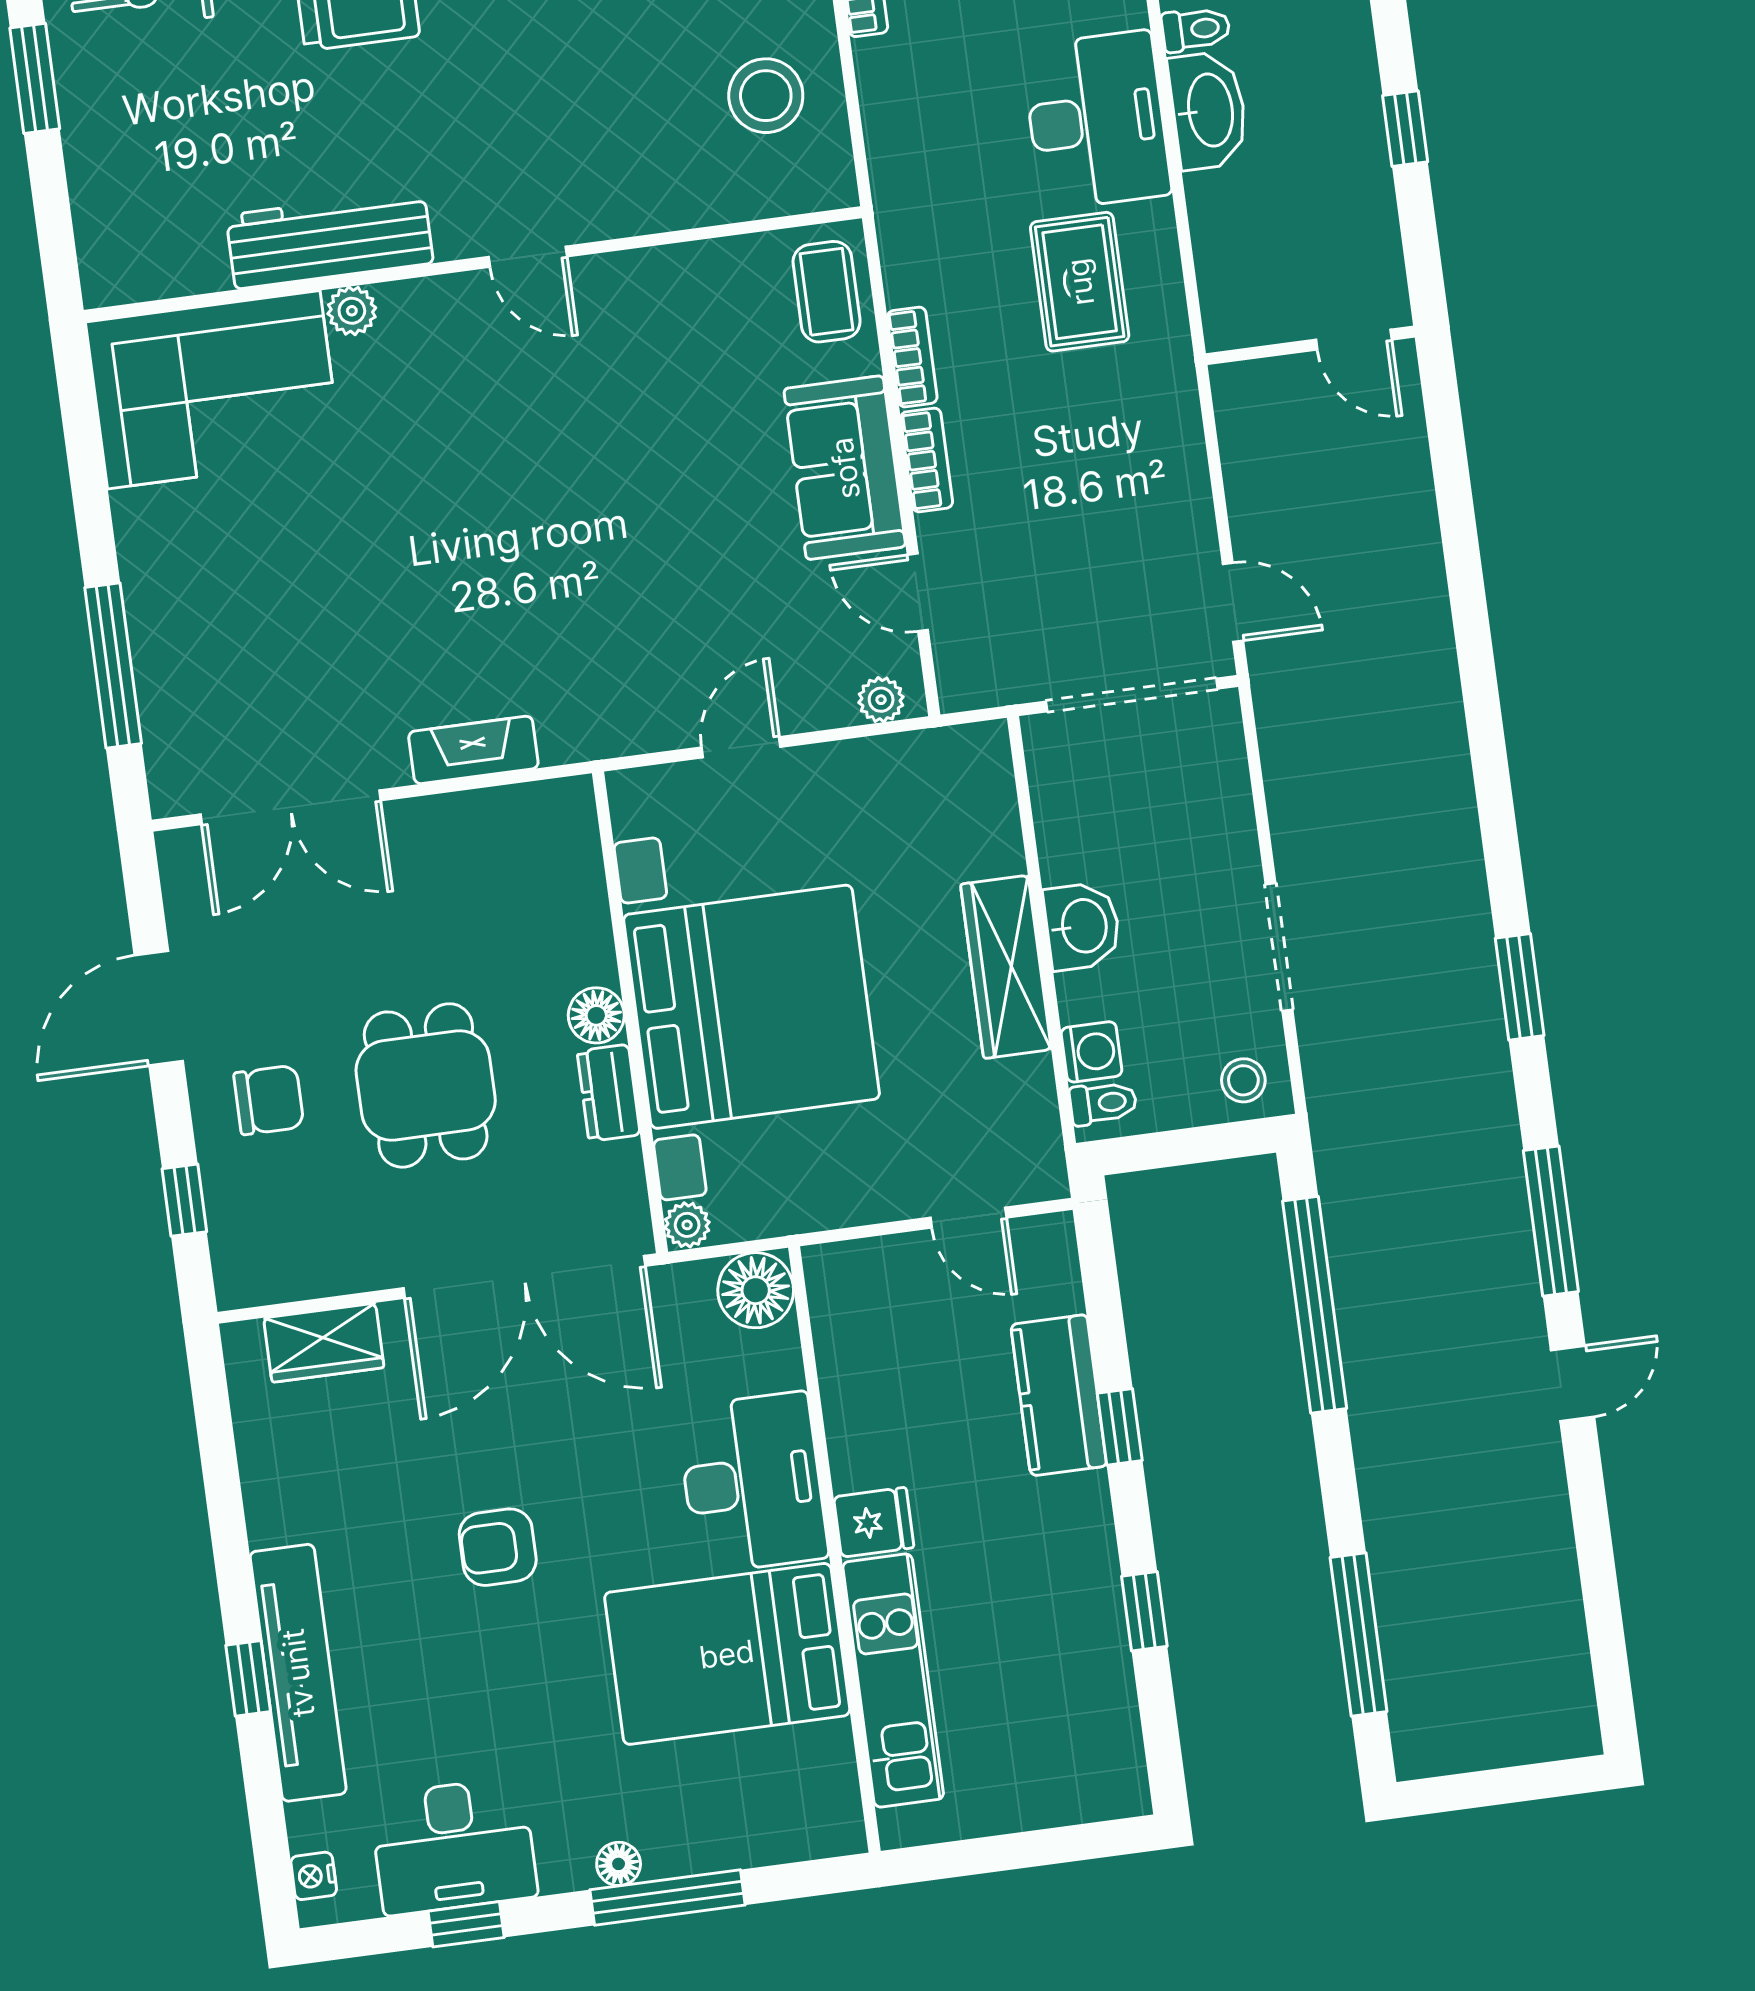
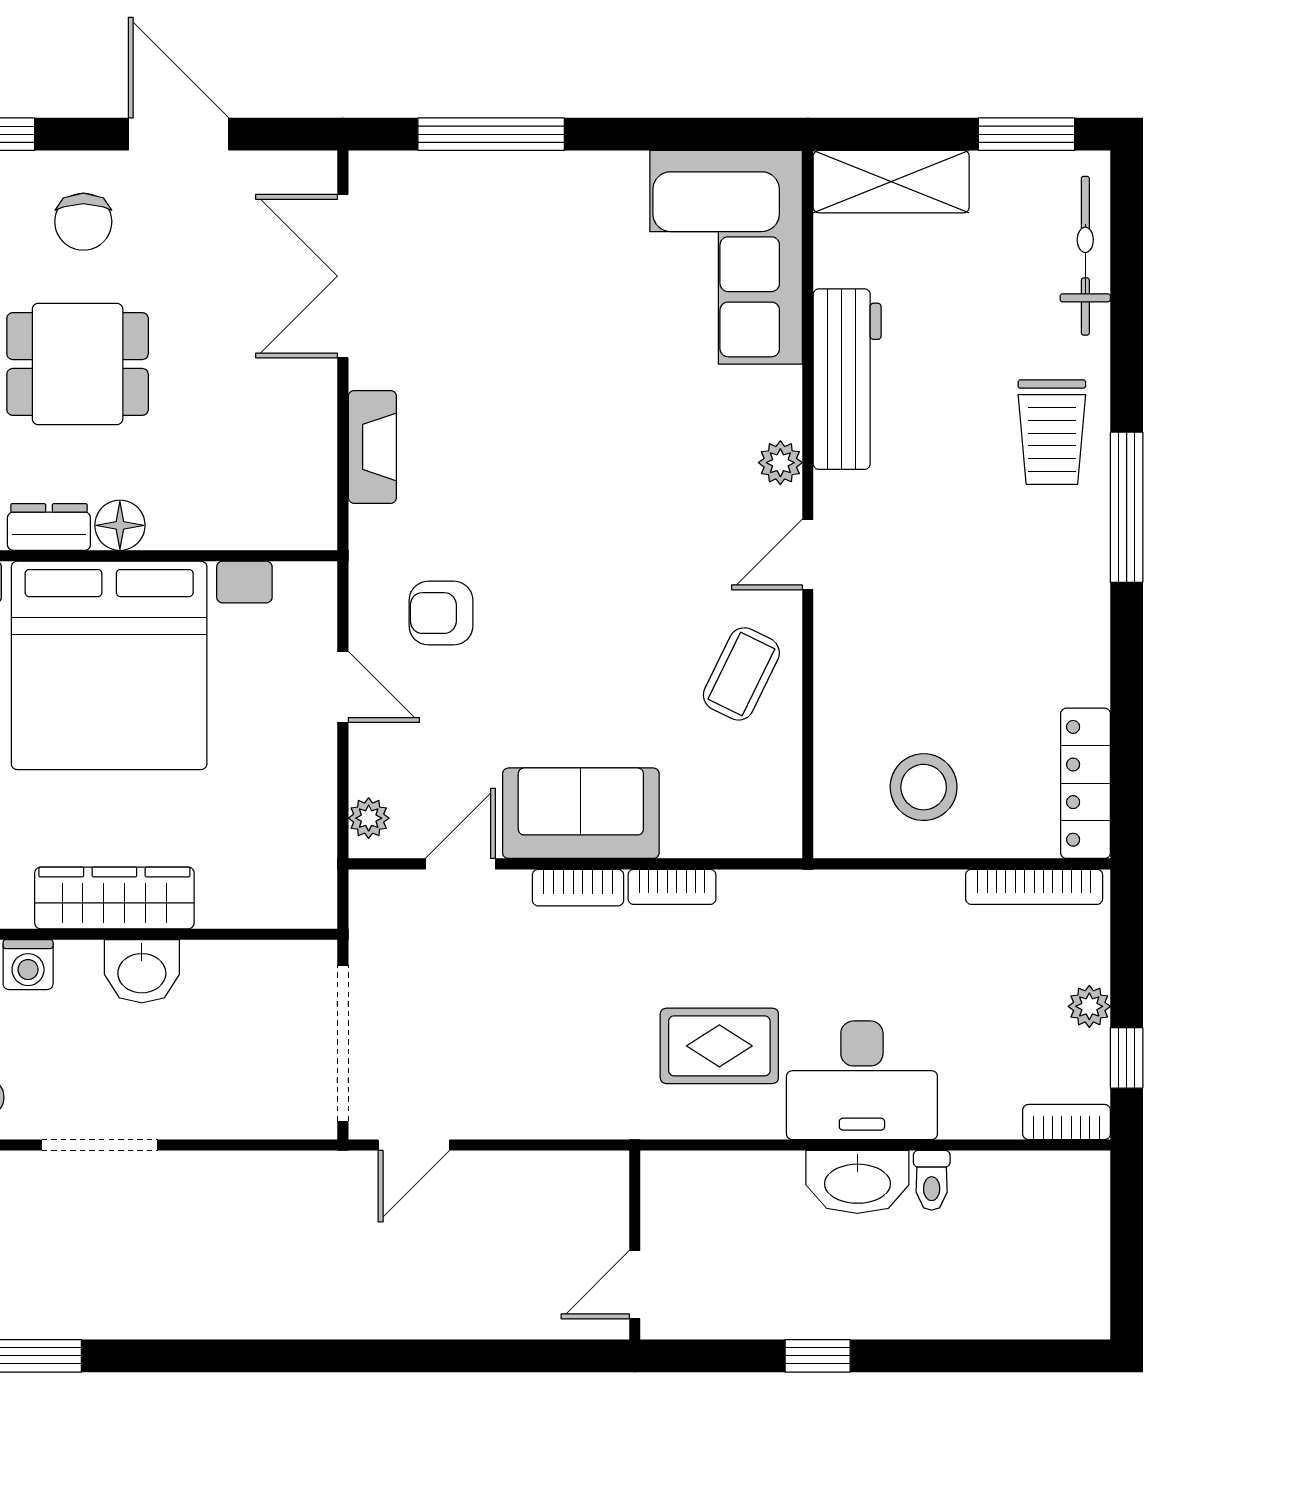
shelving: (106, 220) -> (891, 182), added
coffee table: (827, 292) -> (741, 674), moved, turned -64
plant: (352, 311) -> (780, 463), moved
armchair: (646, 650) -> (441, 613), added

